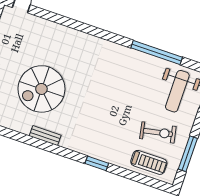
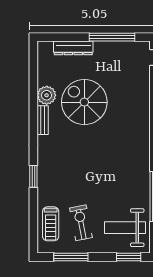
plant: (22, 124) -> (47, 95), added
exercise bike: (158, 132) -> (81, 223), turned 180

